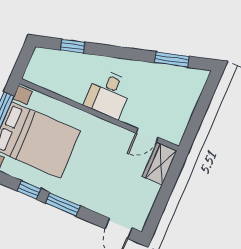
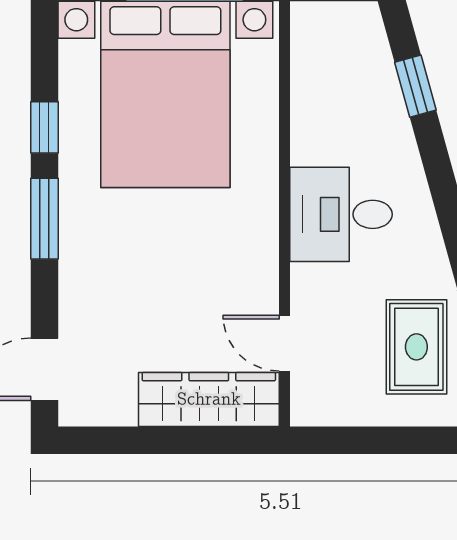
rug: (169, 87) -> (416, 347), added
wardrobe: (160, 164) -> (209, 399), width x1.50

